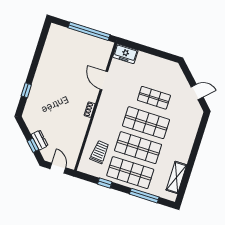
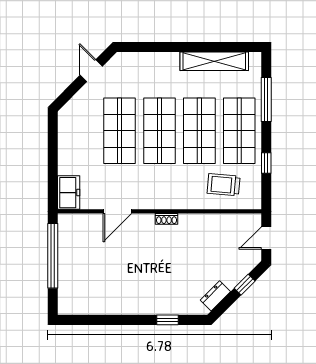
shop shelf: (154, 98) -> (120, 131), width x1.43, depth x1.36
dresser: (40, 140) -> (215, 296), moved
shelving: (176, 177) -> (214, 61), width x1.47

